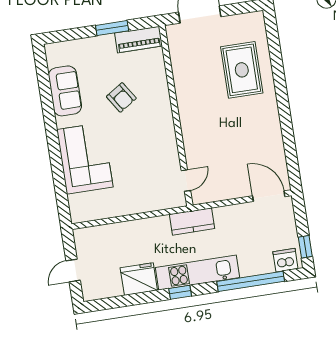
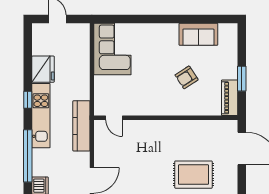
corner sofa: (85, 158) -> (112, 49), moved, turned -90
kitchen counter: (192, 221) -> (81, 126), width x1.50

